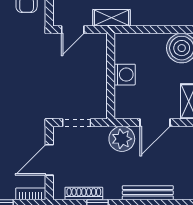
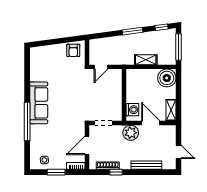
shelving: (111, 18) -> (146, 60), moved
washing machine: (125, 75) -> (132, 110), moved
door: (155, 123) -> (151, 123), swing flipped

